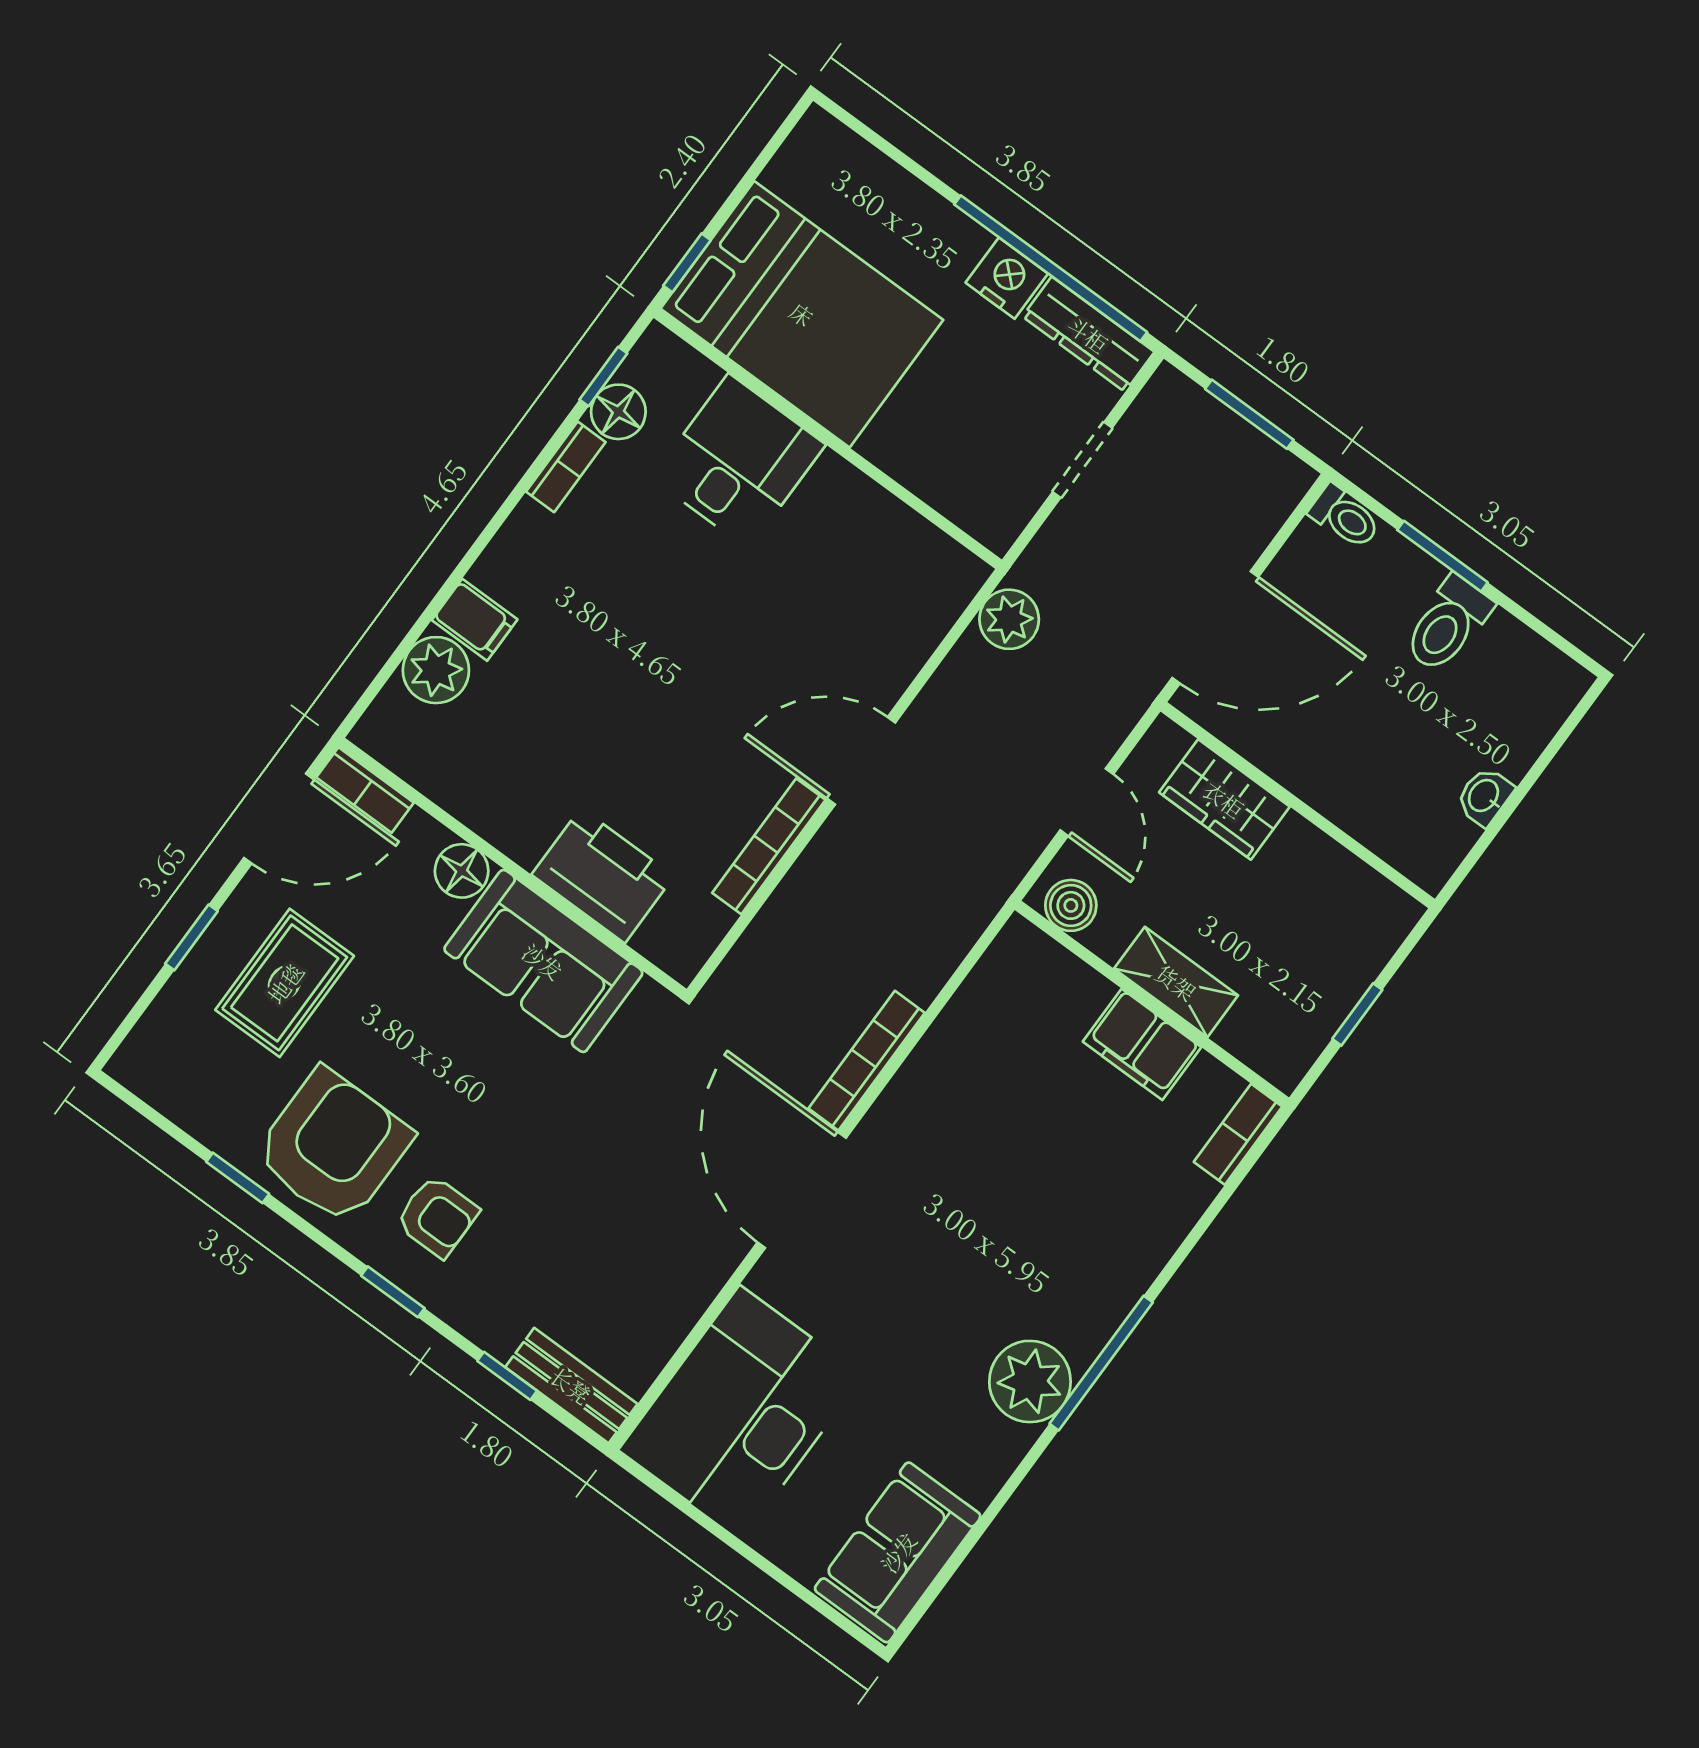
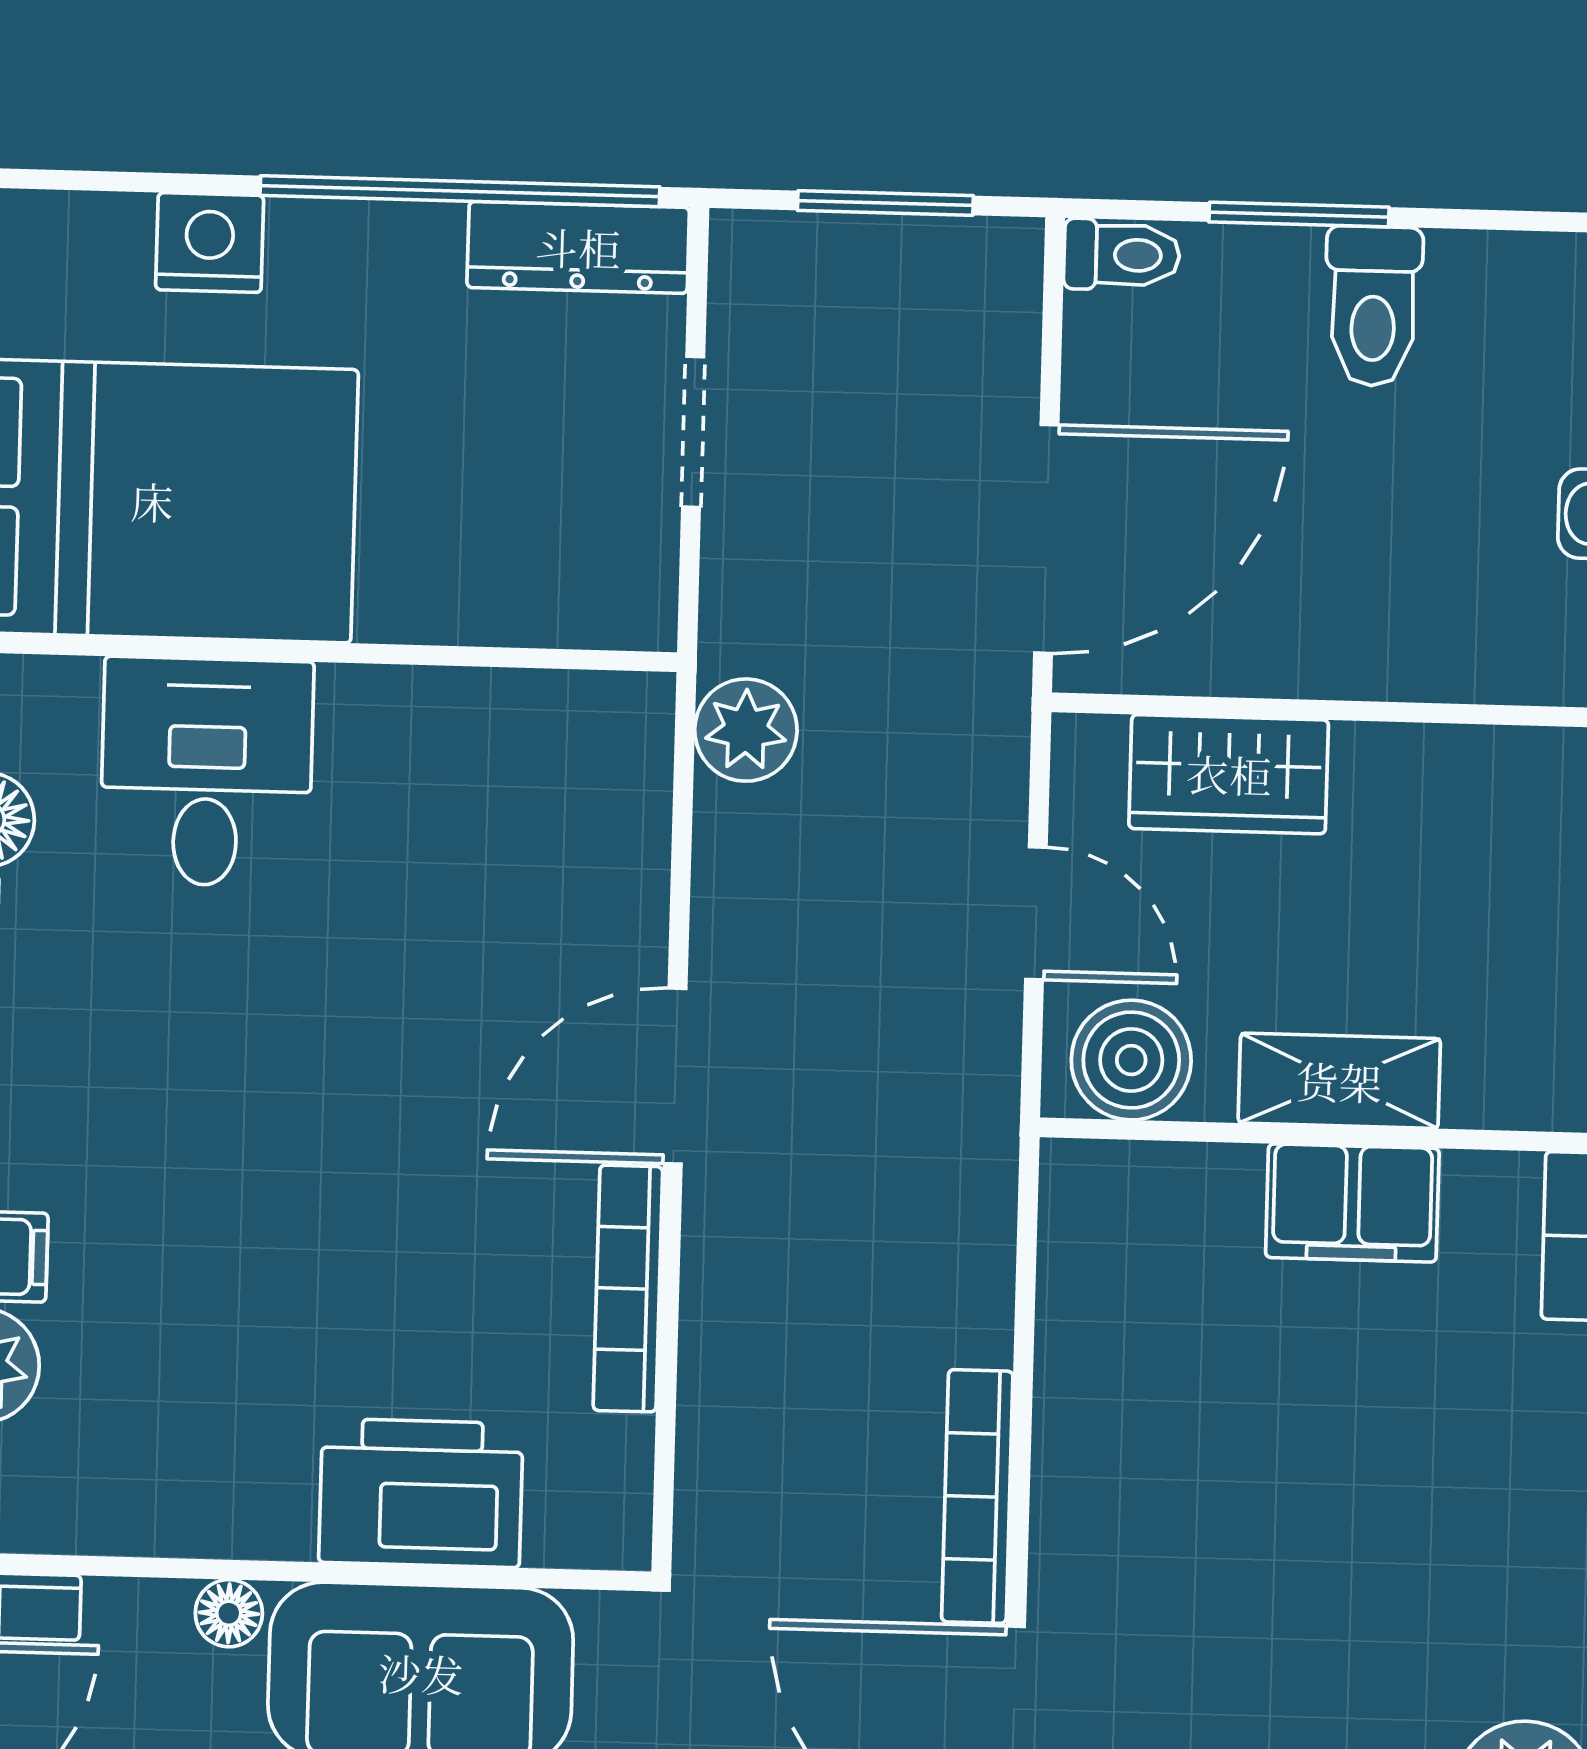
nightstand: (1007, 278) -> (210, 243), moved
floor lamp: (462, 871) -> (229, 1613), width x0.73, depth x0.73
boiler: (1071, 905) -> (1131, 1060), width x1.36, depth x1.36

